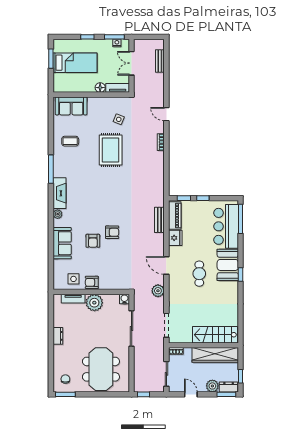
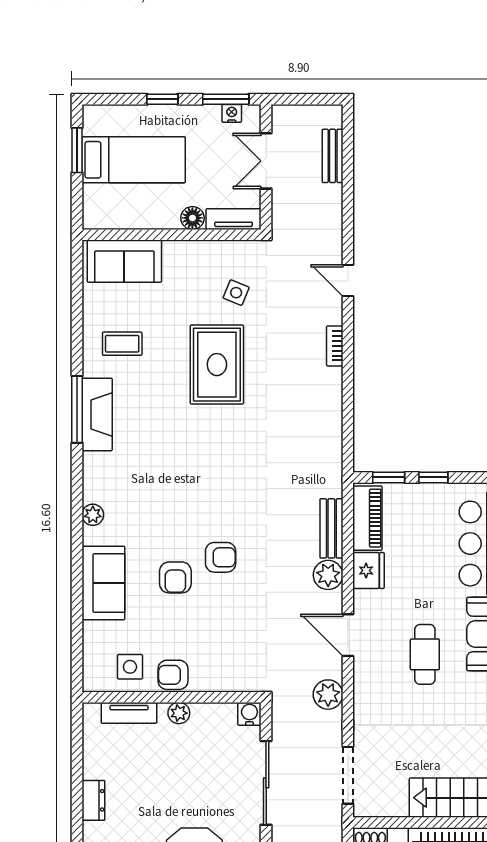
fireplace: (59, 193) -> (97, 414), moved
plant: (158, 240) -> (328, 575), added
plant: (94, 303) -> (179, 713), width x0.53, depth x0.53

